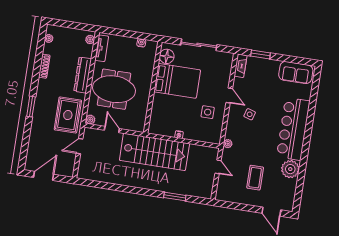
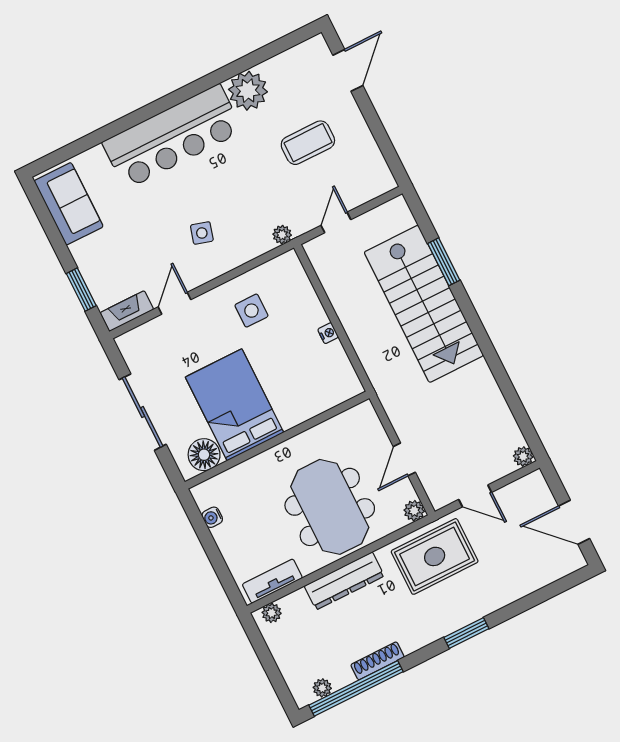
window: (40, 51) -> (356, 688), added
door: (229, 95) -> (174, 303), moved
stairs: (154, 152) -> (424, 304), moved, turned 180
plant: (81, 174) -> (523, 457), added

